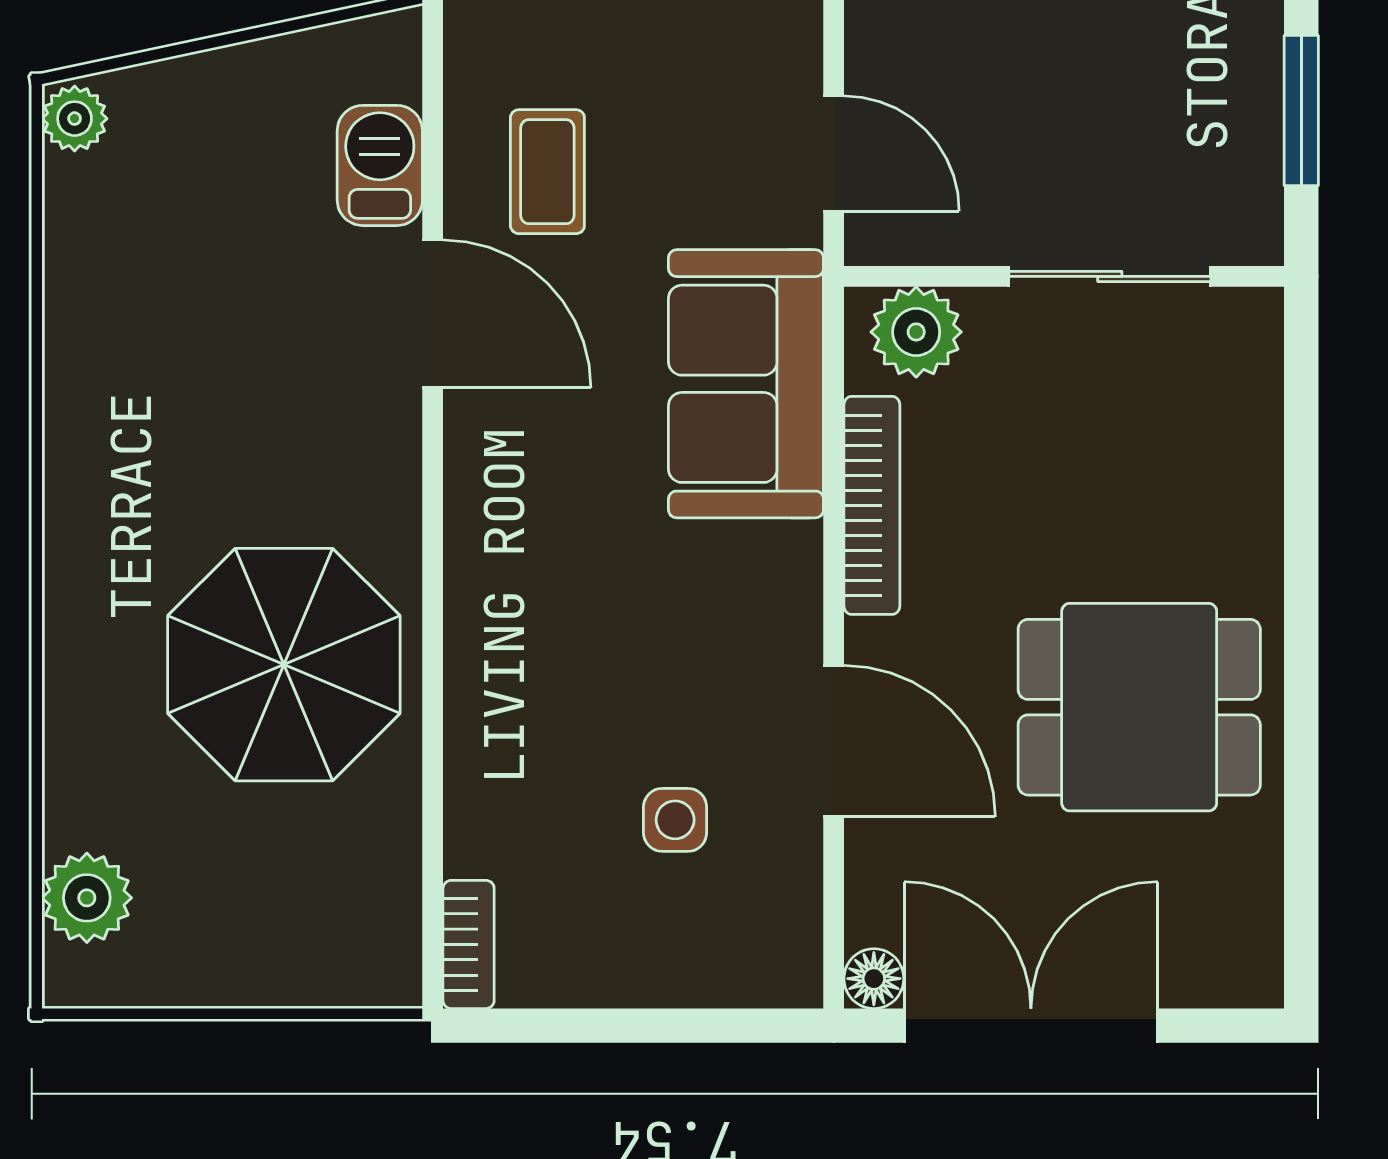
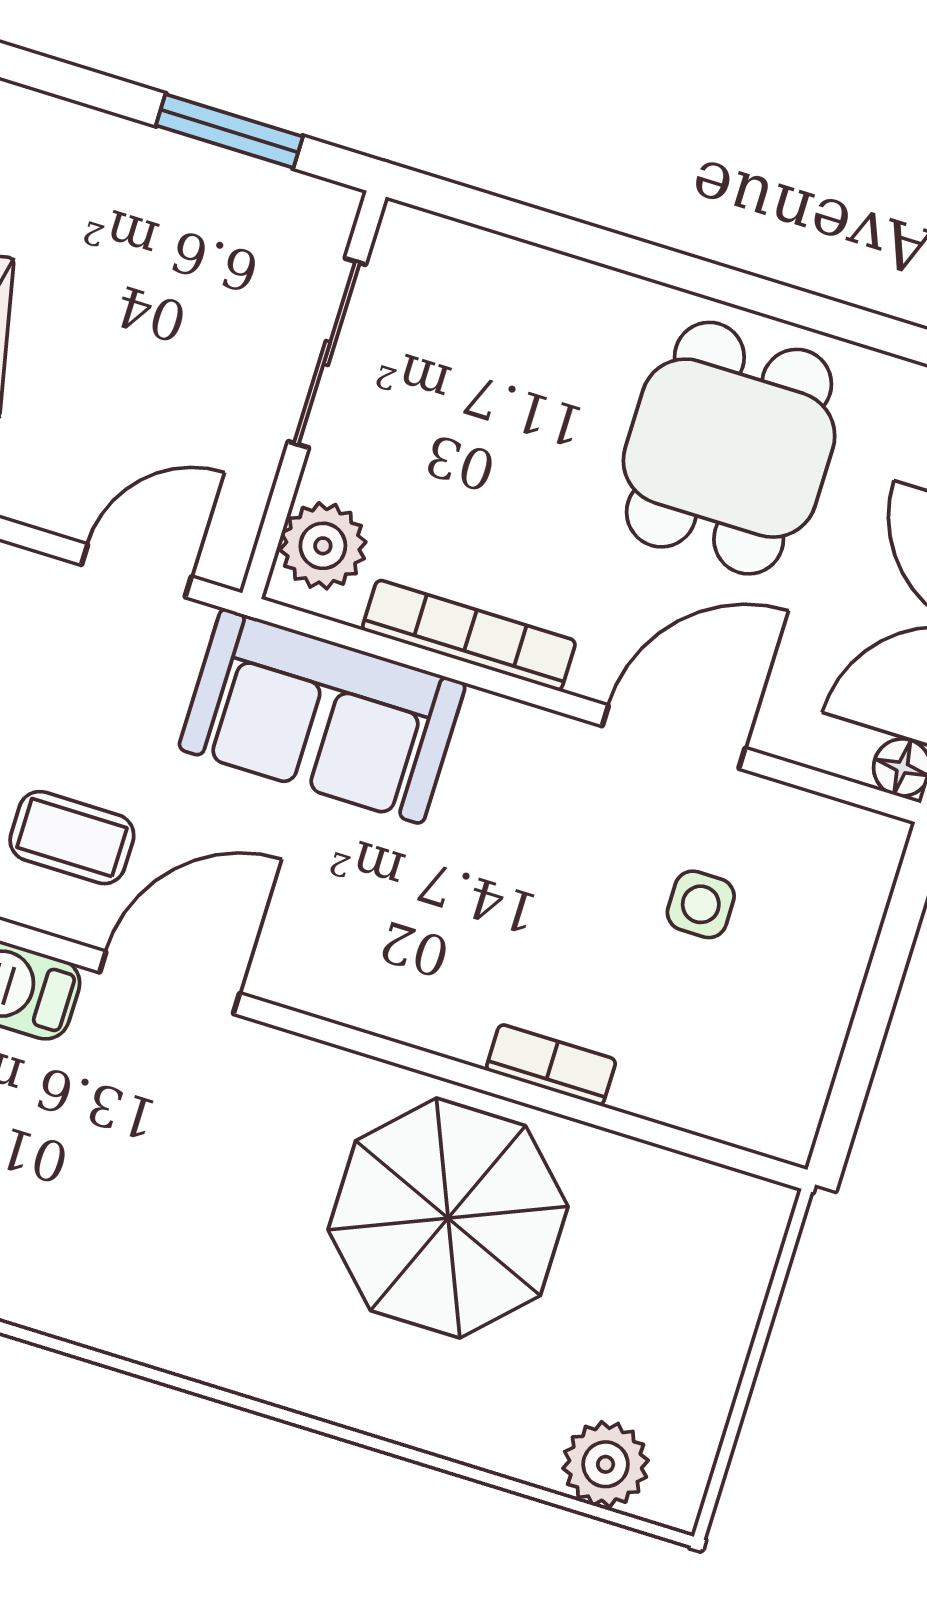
bookcase: (469, 944) -> (551, 1065), moved

